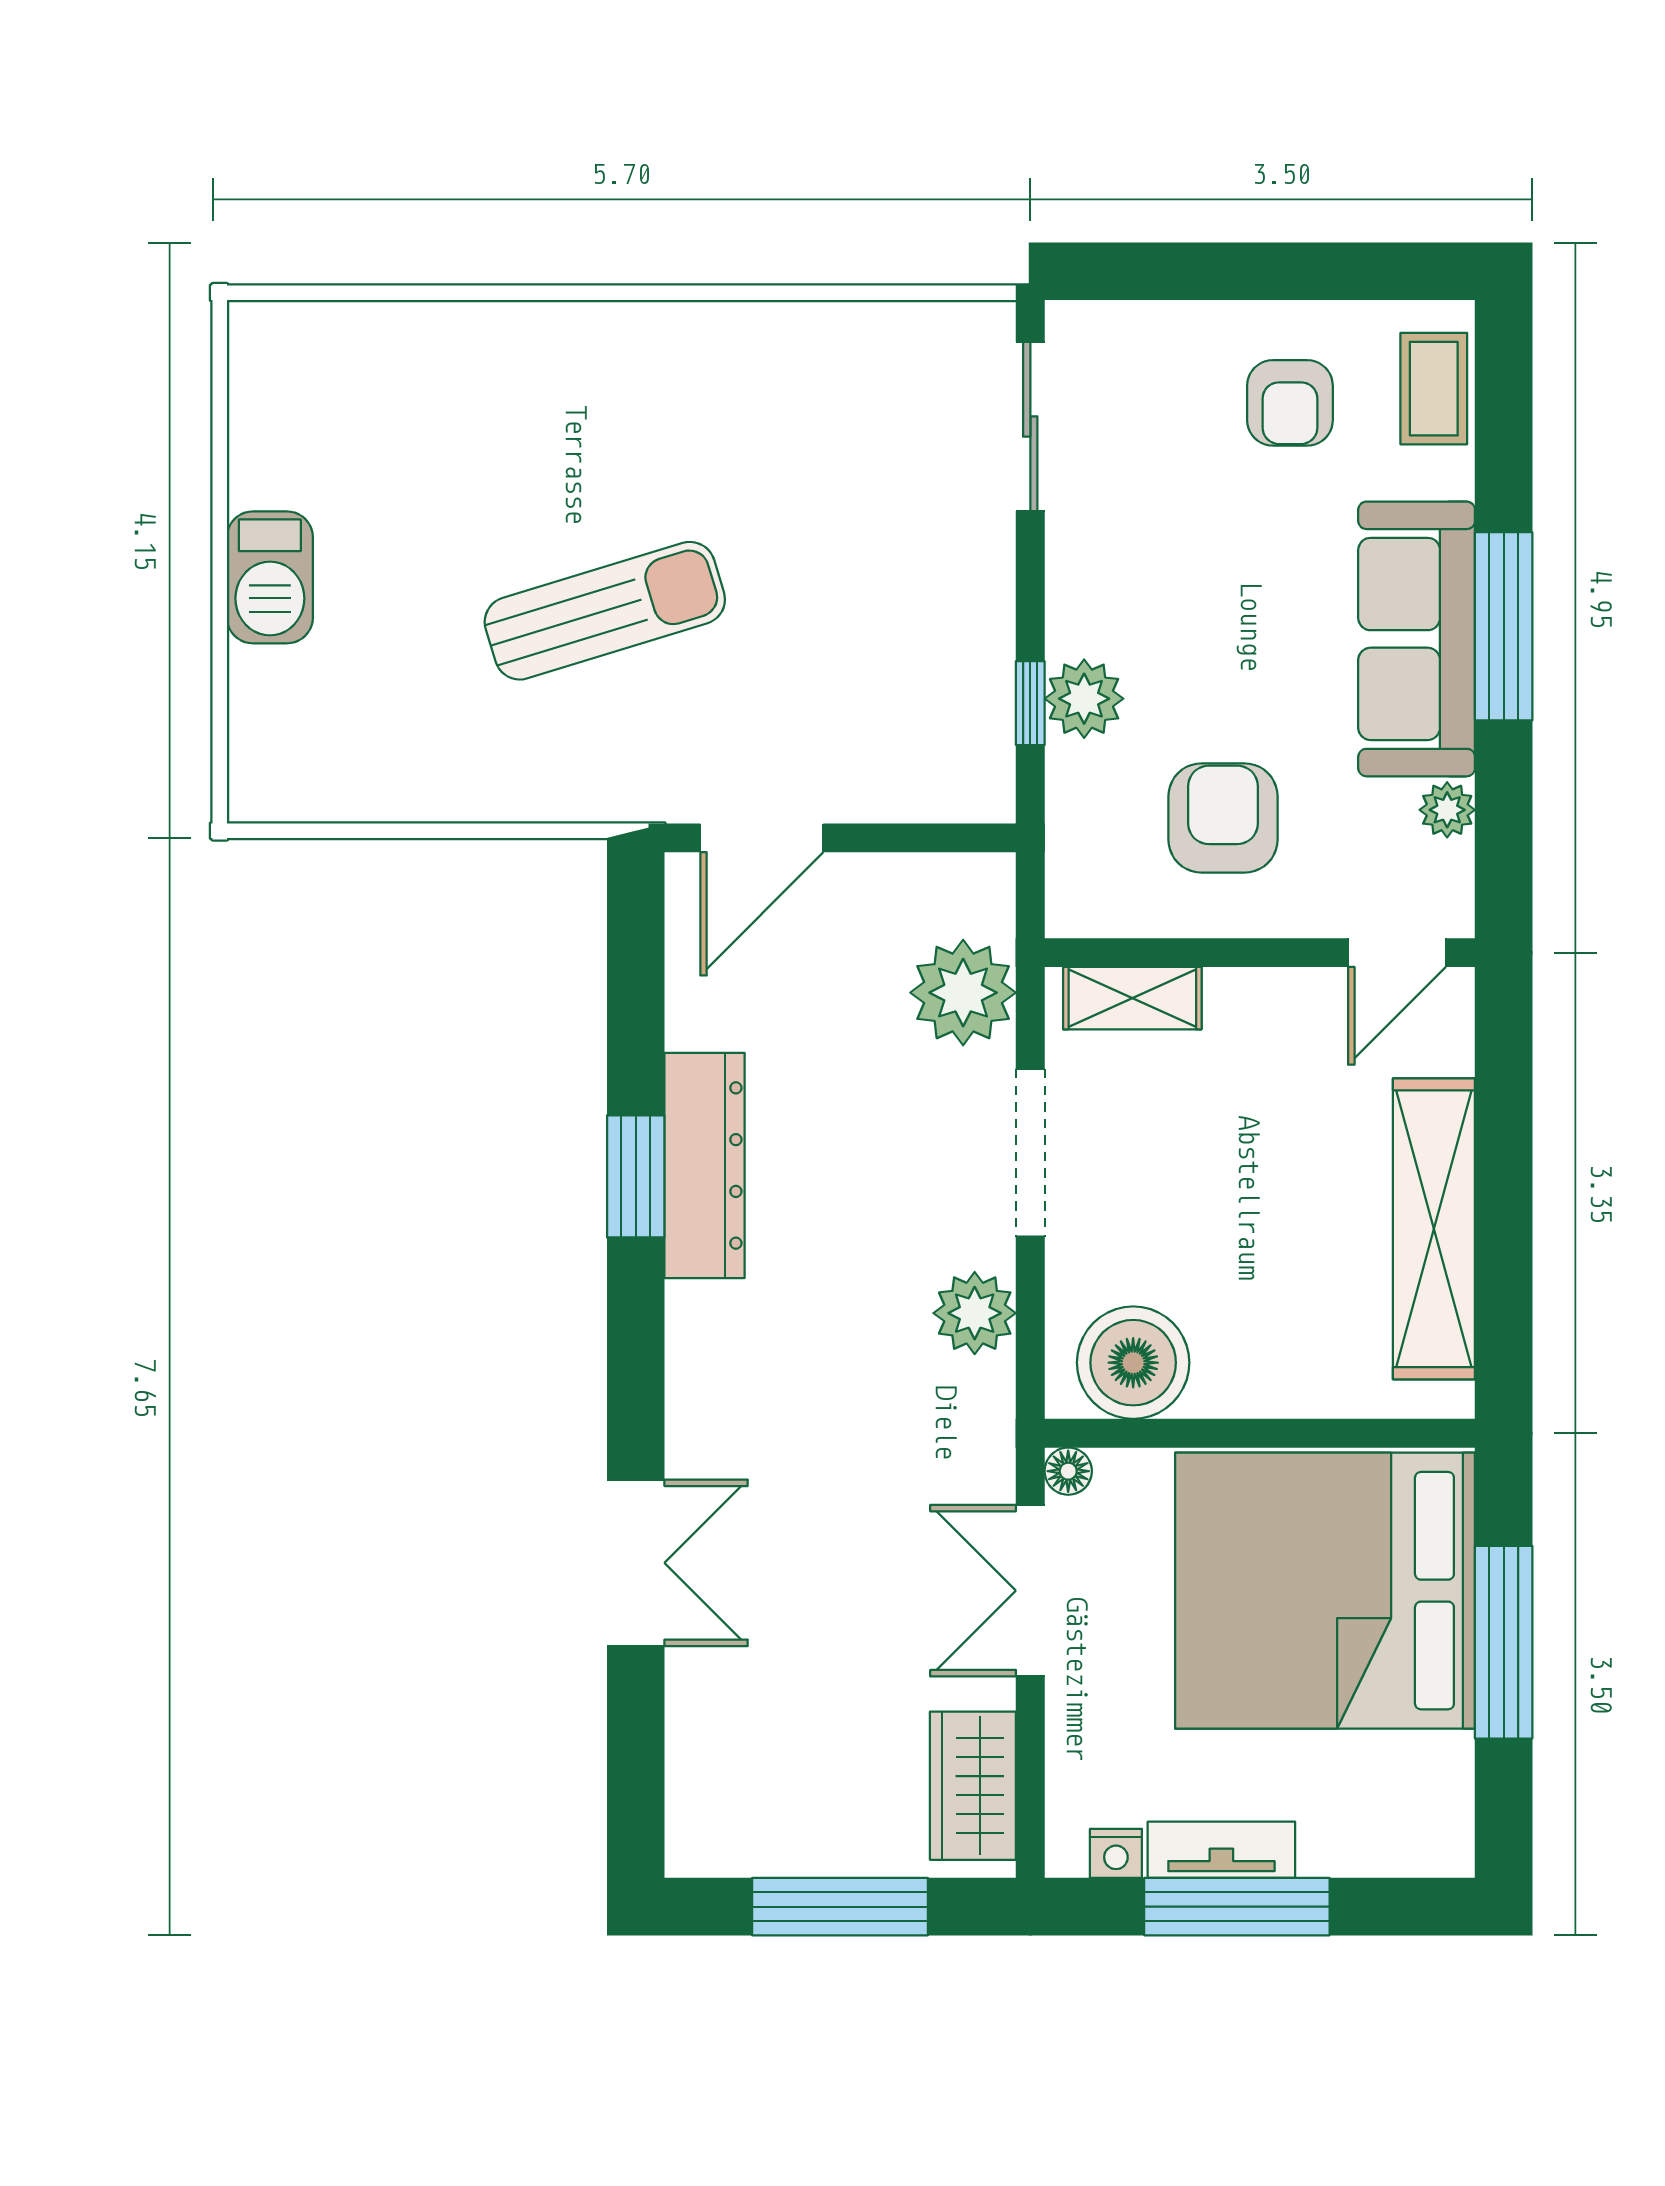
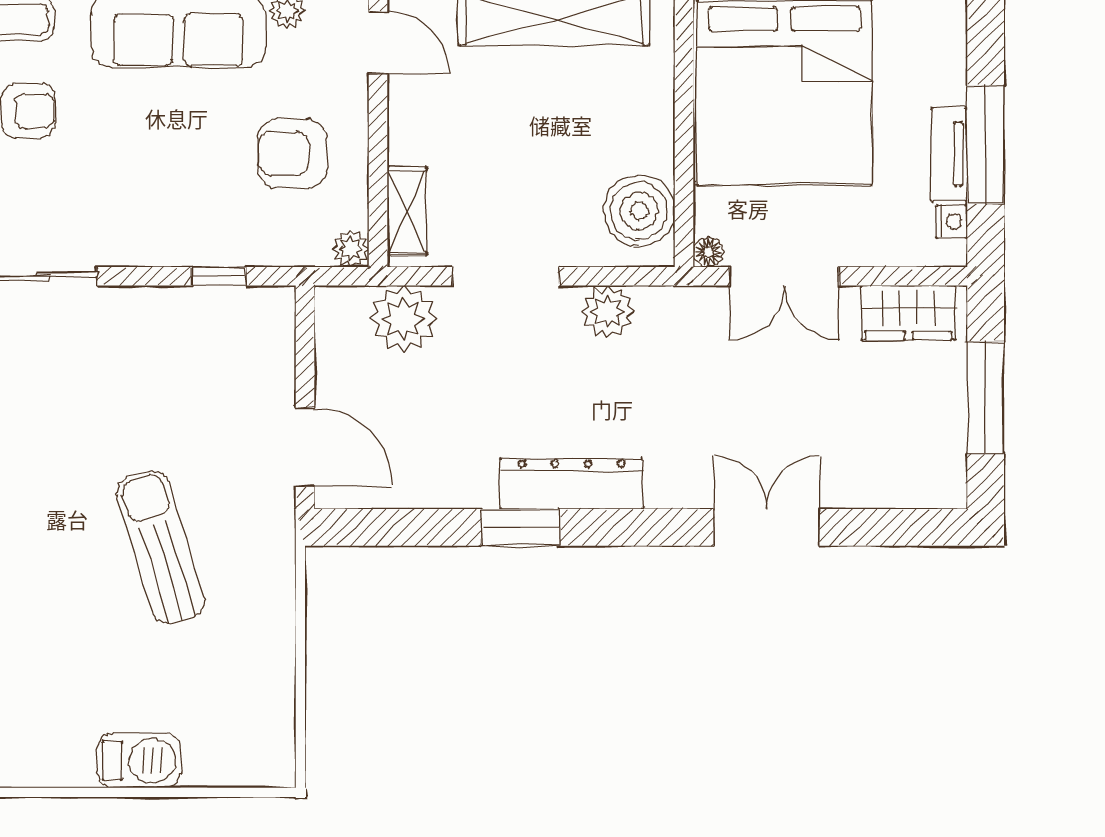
plant: (1084, 699) -> (351, 249), moved, width x0.73, depth x0.73
dresser: (705, 1166) -> (571, 484), moved

